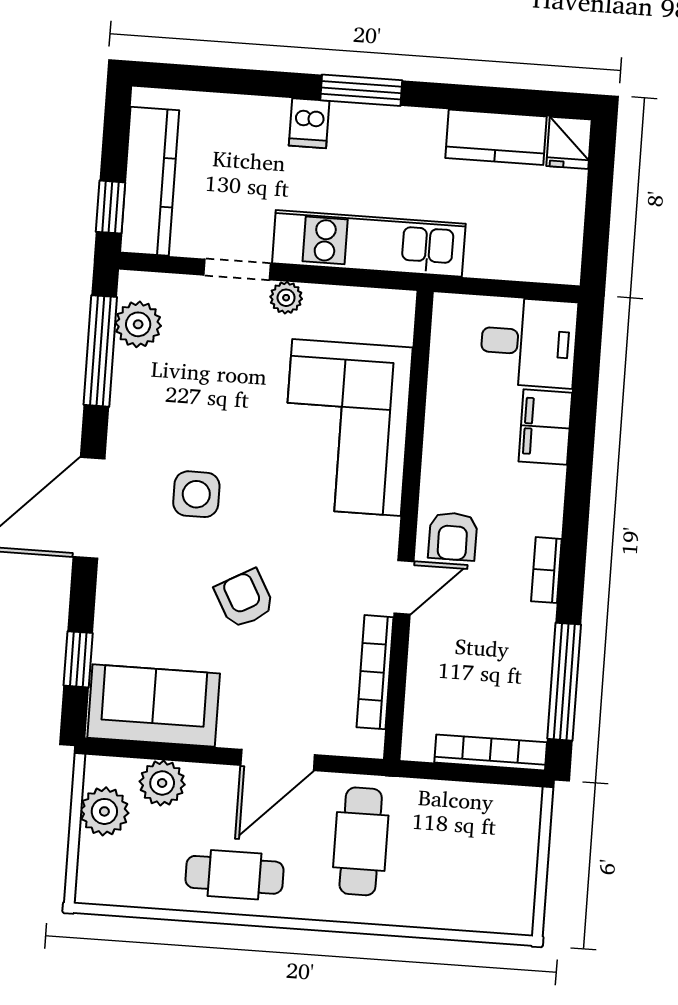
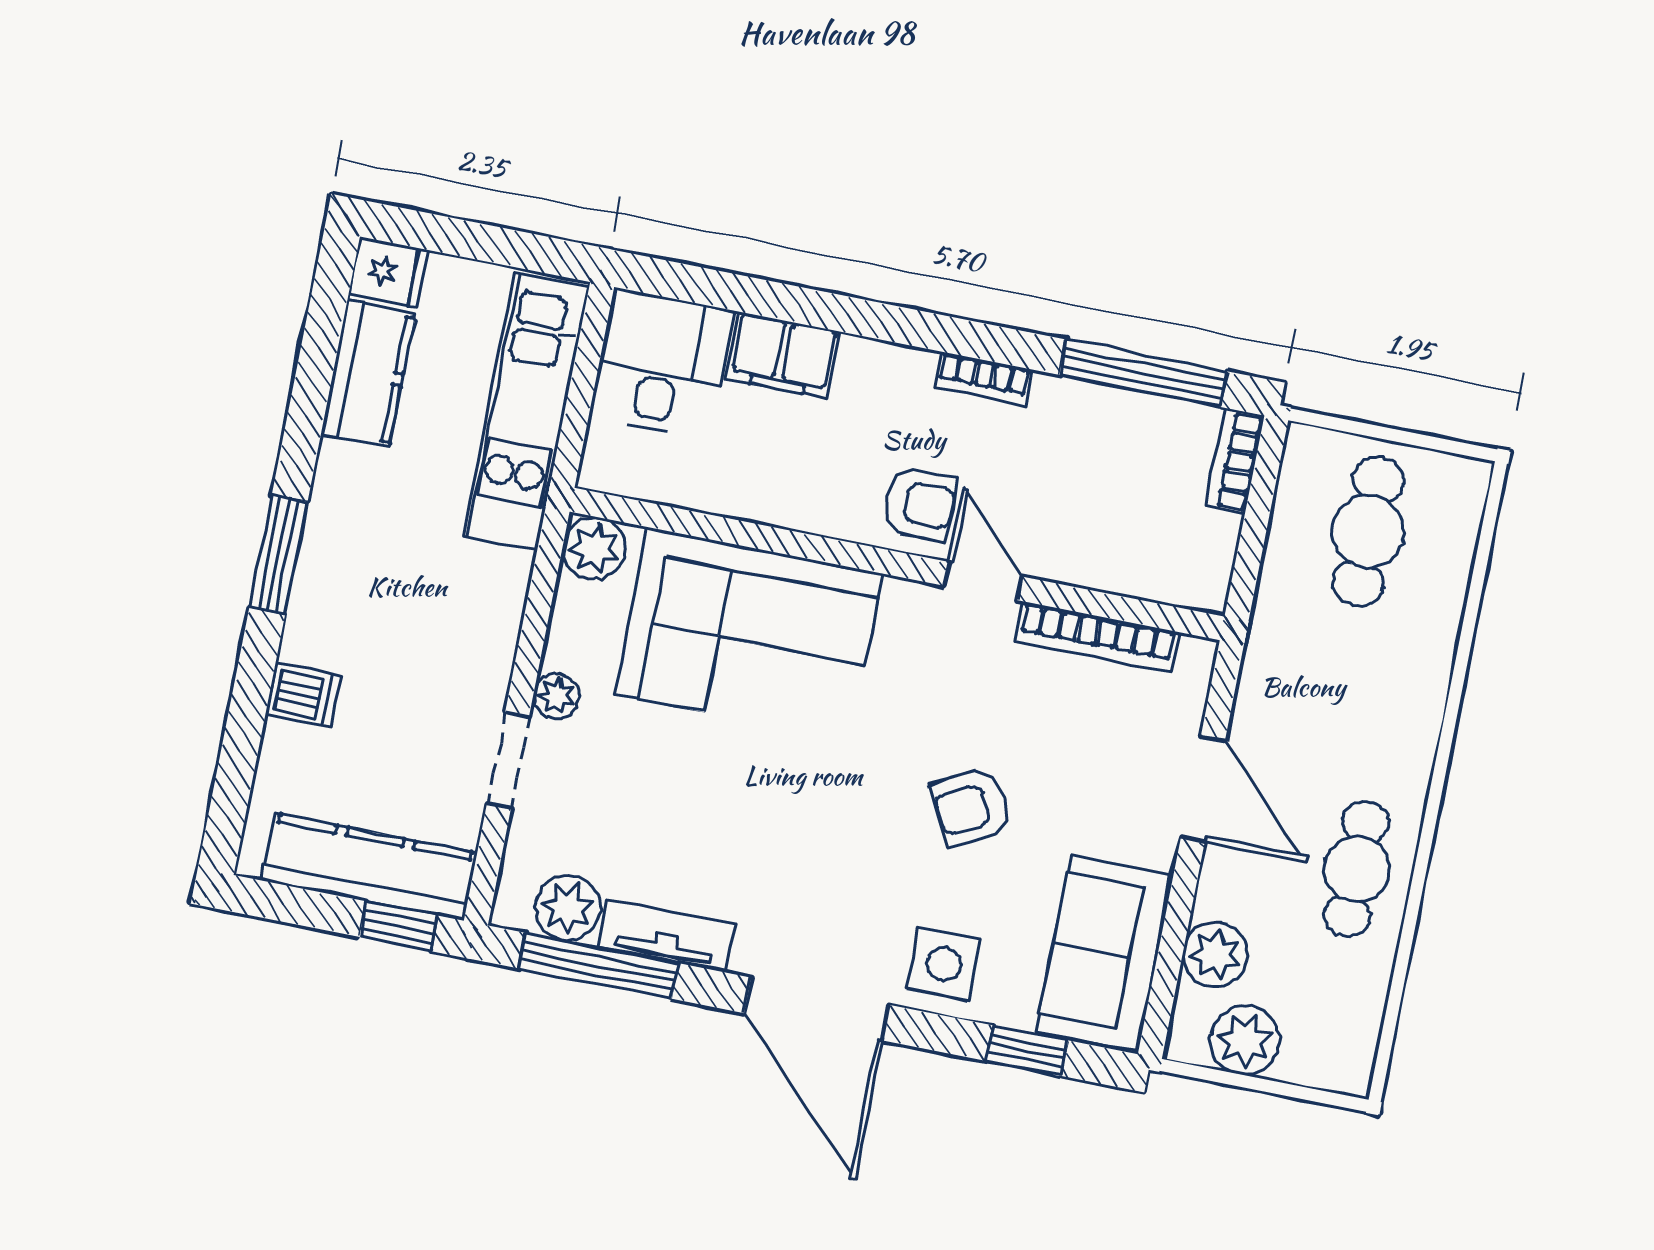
dishwasher: (309, 123) -> (303, 695), moved
kitchen unit: (369, 243) -> (526, 412), moved
plant: (393, 311) -> (594, 548), added
tv unit: (127, 396) -> (667, 936), added
side table: (196, 494) -> (944, 964), moved
bookcase: (491, 752) -> (1235, 461), width x0.64
cafe table: (361, 841) -> (1368, 532), moved, turned 90

